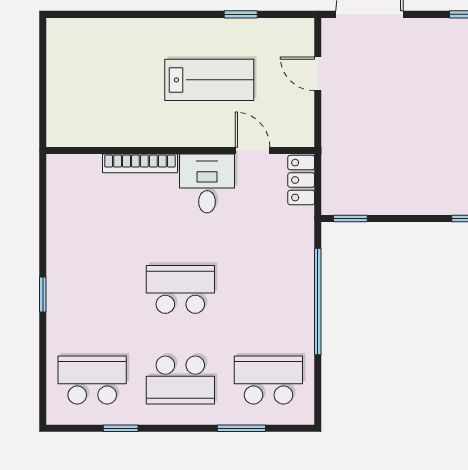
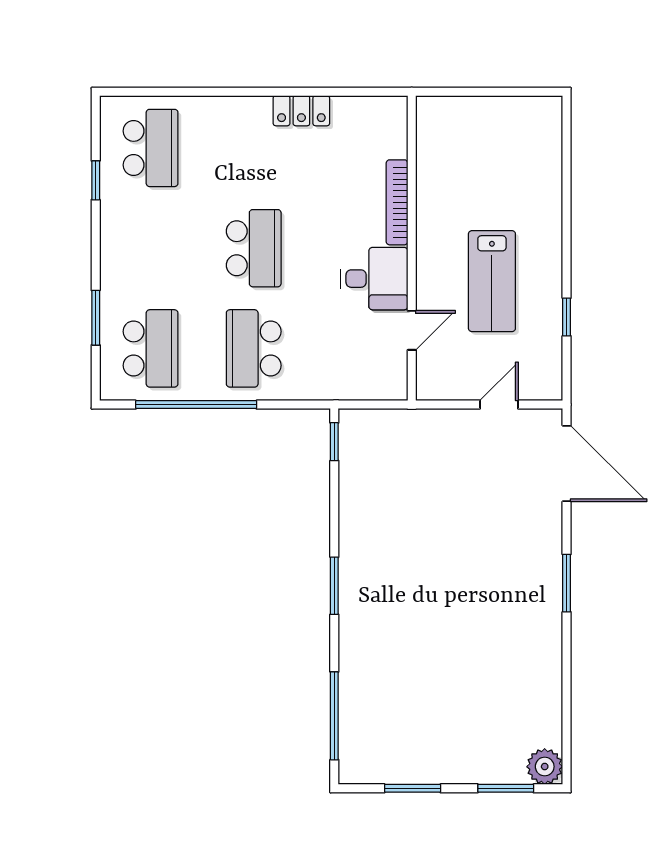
locker: (301, 180) -> (301, 111), moved, turned 180
window: (43, 295) -> (248, 92), removed
window: (318, 301) -> (196, 405), moved
school desk: (180, 380) -> (254, 348), moved

